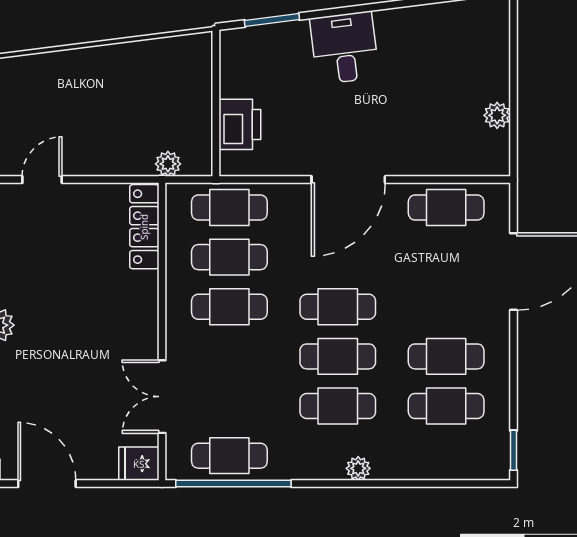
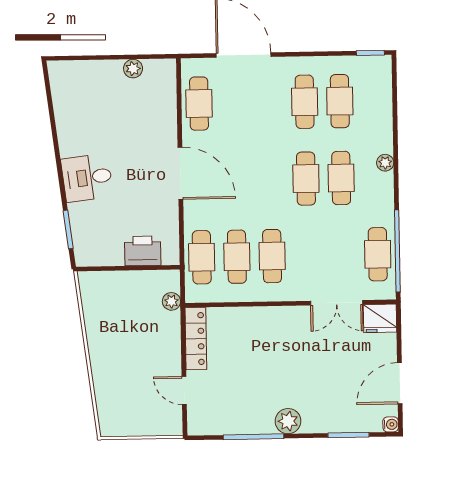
locker: (144, 227) -> (196, 339), moved, turned -90
cafe table: (338, 307) -> (271, 179), removed
fridge: (139, 464) -> (380, 318), width x1.38

